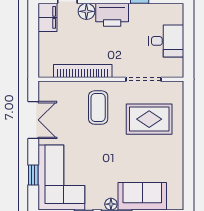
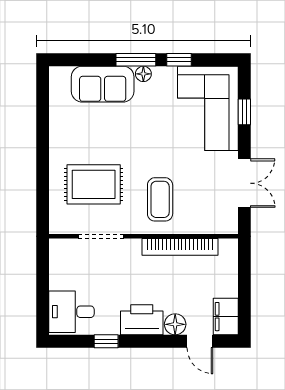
desk: (166, 41) -> (71, 312), moved
double door: (33, 120) -> (244, 183), swing flipped

